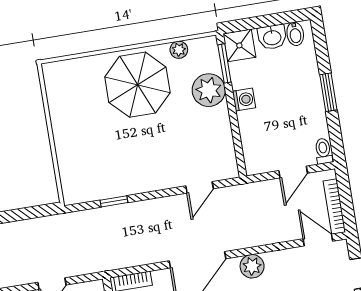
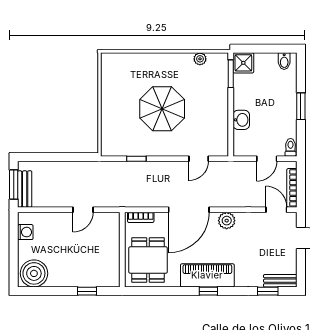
washbasin: (272, 37) -> (241, 120), moved, turned -90
parasol: (137, 85) -> (162, 109), moved
plant: (209, 90) -> (216, 91), removed
washing machine: (244, 100) -> (240, 102), removed

